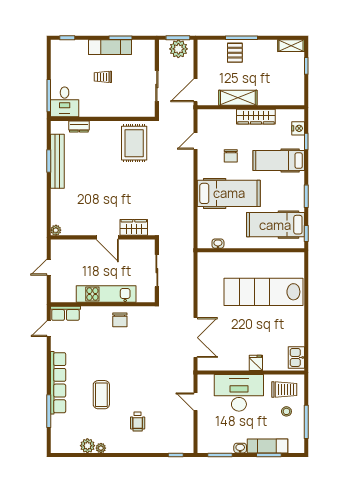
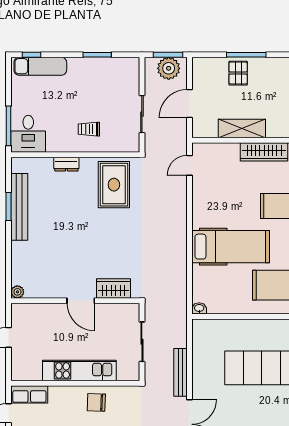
exam couch: (110, 47) -> (40, 66), moved
trolley: (103, 77) -> (89, 129), moved
door: (195, 90) -> (190, 104), moved
dresser: (79, 127) -> (66, 164), moved
door: (195, 141) -> (190, 165), moved
chair: (231, 156) -> (233, 200), removed
washbasin: (218, 244) -> (199, 308), moved
bench: (188, 295) -> (180, 372), added
chair: (120, 320) -> (96, 402), turned 92

